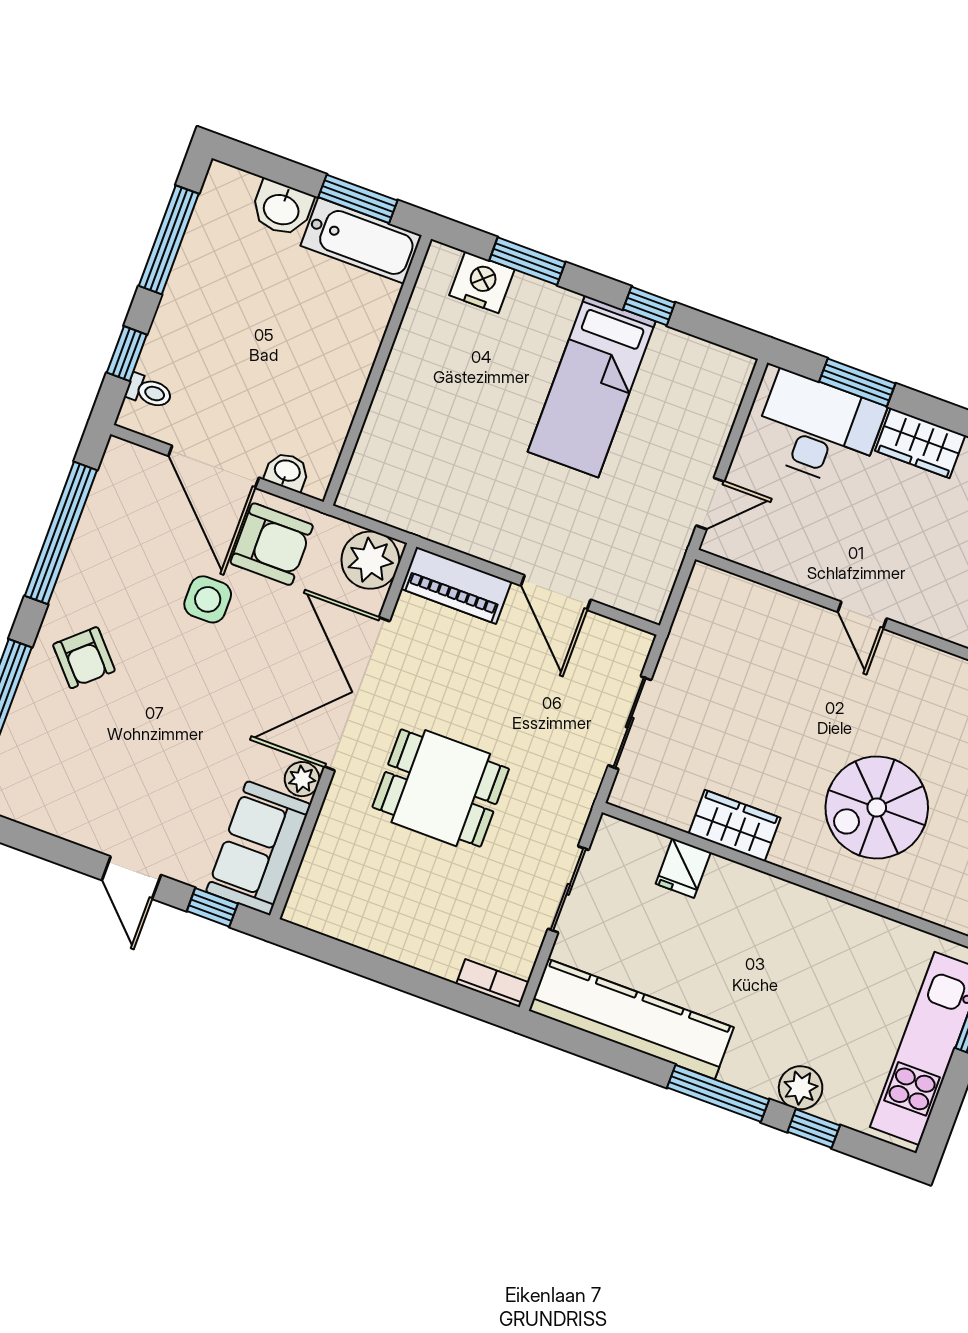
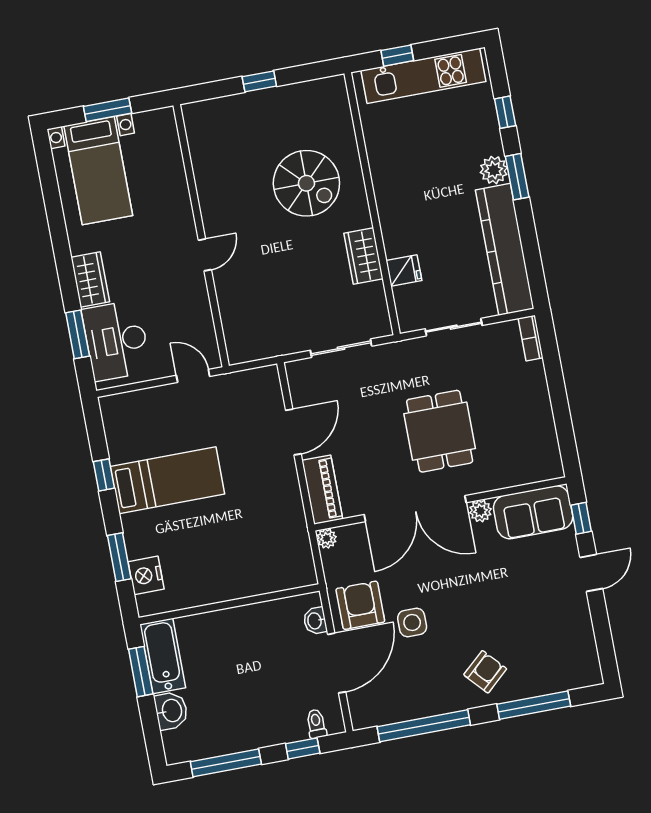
plant: (370, 560) -> (327, 538), width x0.53, depth x0.53
plant: (801, 1088) -> (494, 170), moved
window: (718, 1093) -> (517, 177), width x0.69

